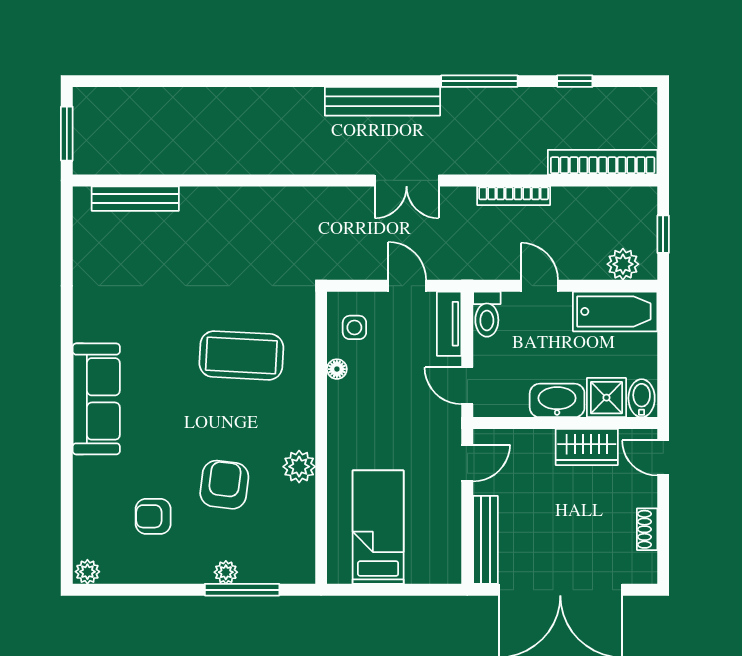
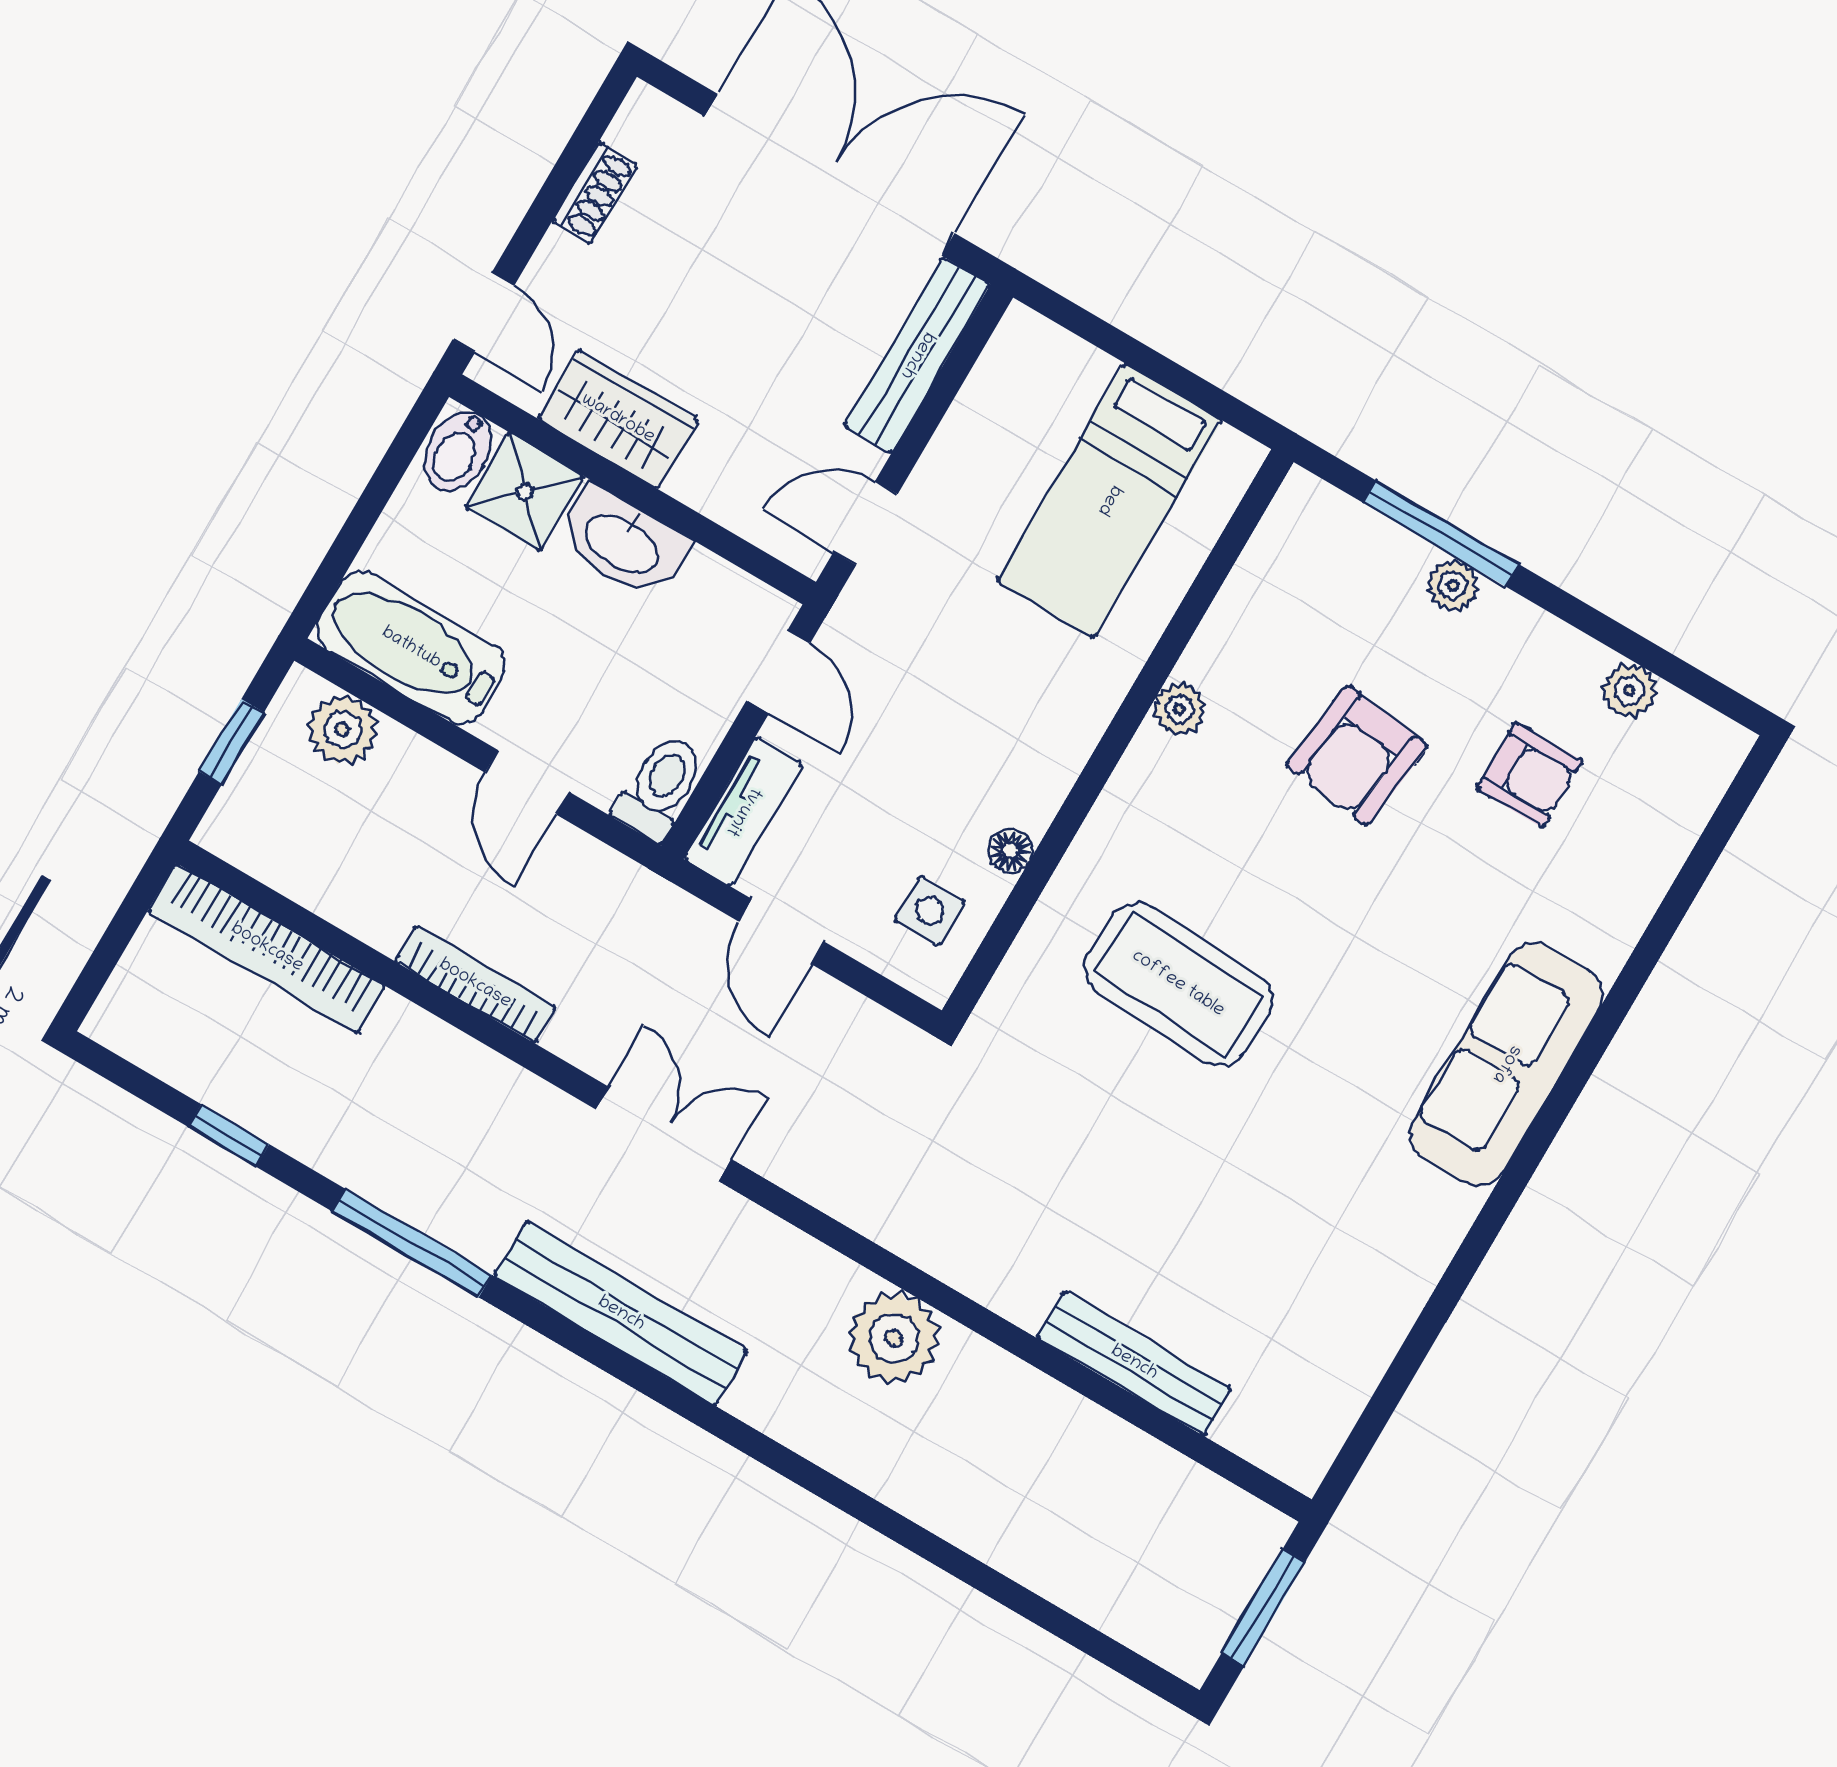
plant: (271, 154) -> (894, 1338), added
bench: (135, 199) -> (1134, 1363), moved
plant: (299, 467) -> (1179, 709), width x0.73, depth x0.73
plant: (87, 572) -> (1629, 690), moved

